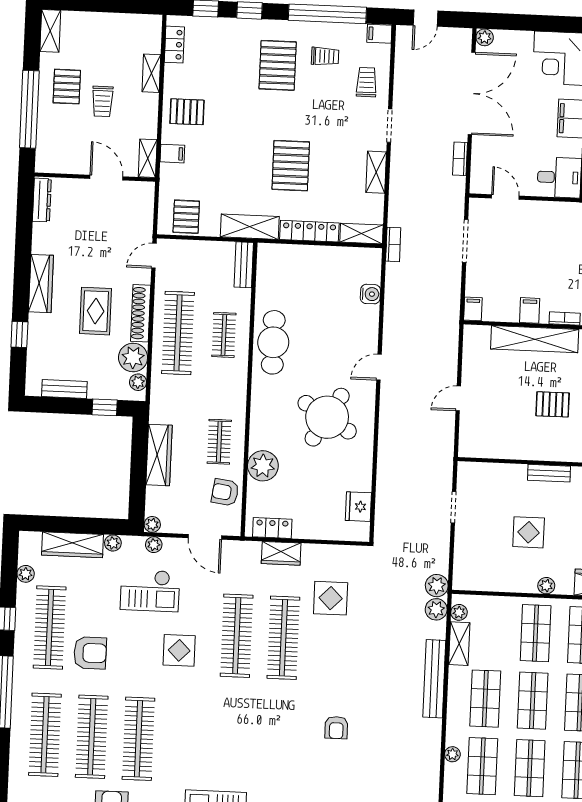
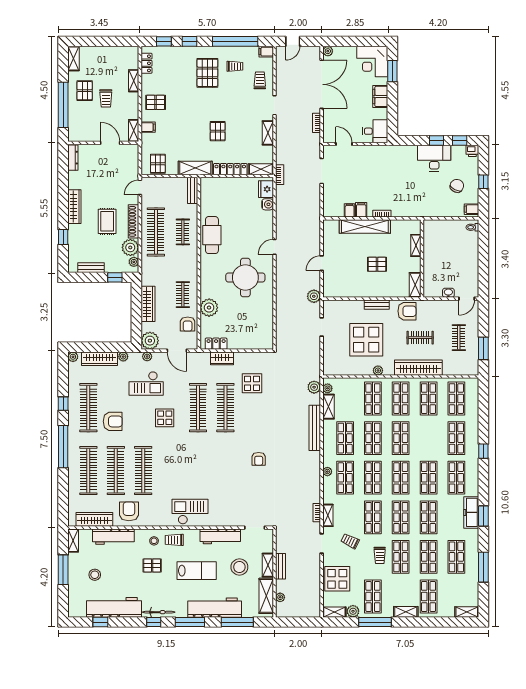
pallet: (291, 166) -> (218, 131), width x0.67, depth x0.71
filing cabinet: (473, 309) -> (350, 210), moved
round table: (327, 417) -> (245, 277), turned -31
armchair: (225, 492) -> (188, 324), turned -98
fridge: (358, 507) -> (266, 189), moved
plant: (152, 524) -> (150, 341), width x1.87, depth x1.87
display table: (529, 532) -> (366, 340), width x1.86, depth x1.86
plant: (26, 574) -> (73, 357), moved
plant: (437, 586) -> (314, 296), moved

